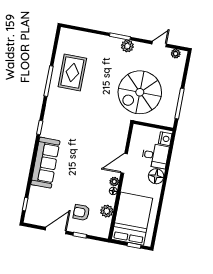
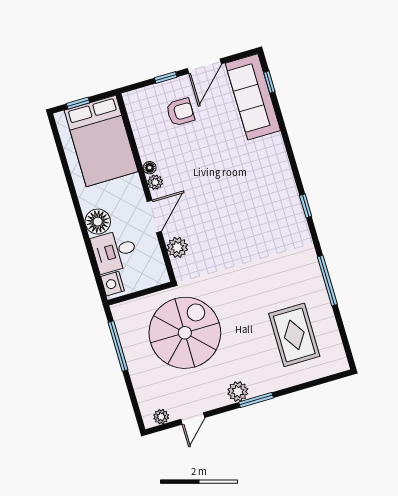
rug: (72, 73) -> (294, 335), moved
sofa: (45, 163) -> (253, 97), moved
plant: (107, 211) -> (177, 247), moved

